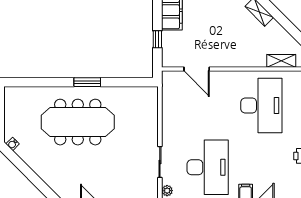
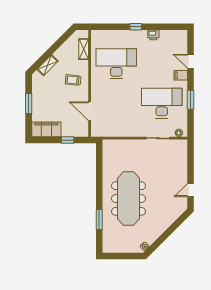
trolley: (239, 47) -> (73, 80), added
door: (197, 69) -> (90, 111), swing flipped
window: (87, 82) -> (99, 220), moved

